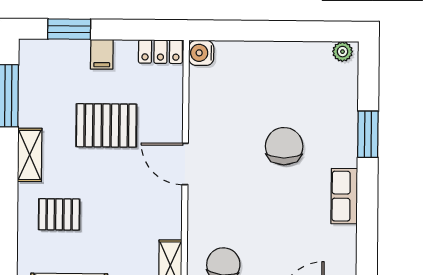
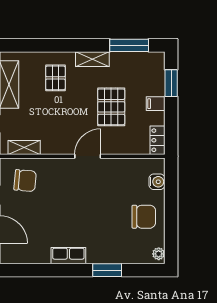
water cooler: (201, 53) -> (157, 182), moved, turned 90
chair: (284, 146) -> (144, 217), moved

